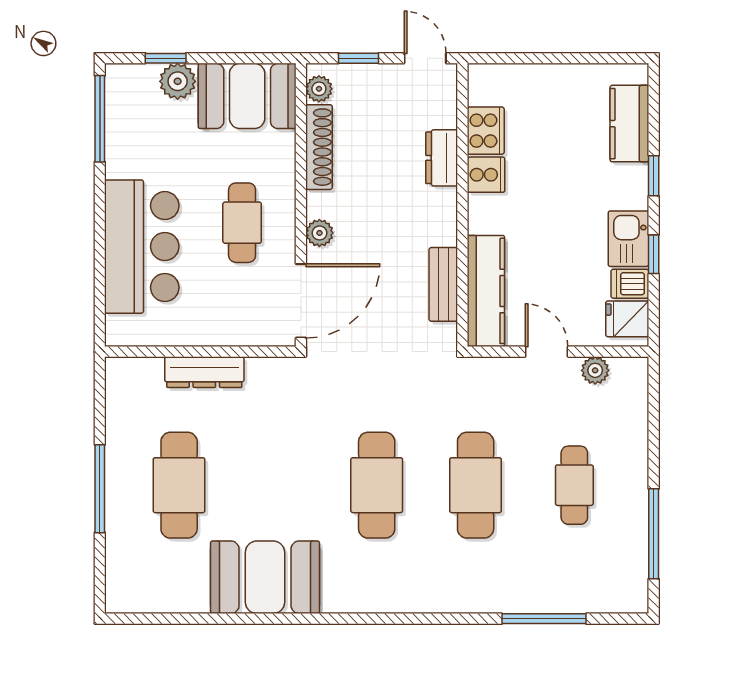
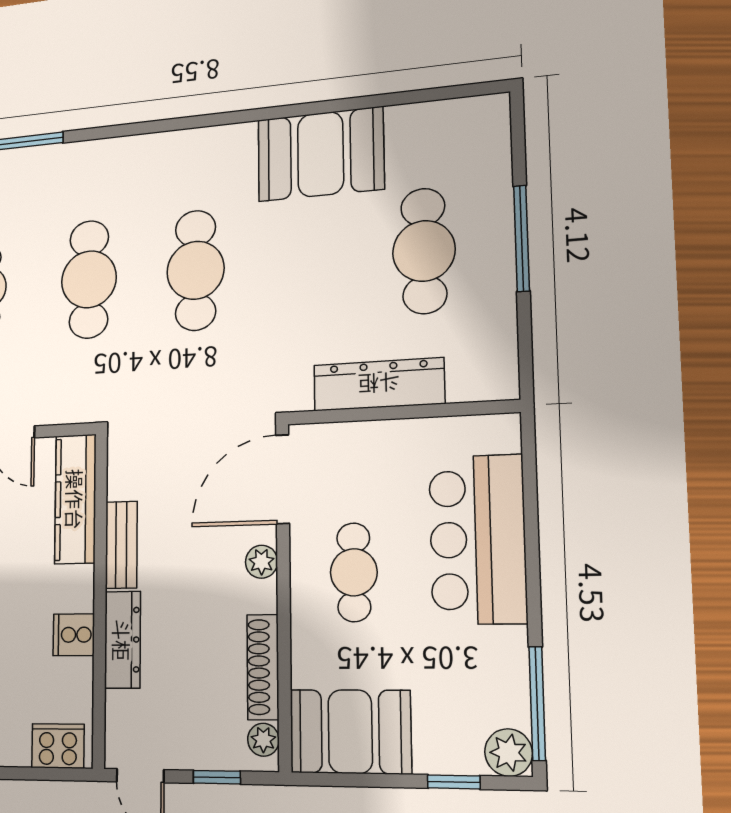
plant: (178, 81) -> (509, 753), moved
cooker: (486, 131) -> (58, 746), moved, turned 90
dresser: (442, 158) -> (122, 640), width x1.44
bench: (443, 284) -> (121, 545), moved
dresser: (204, 372) -> (379, 384), width x1.37, depth x1.24

